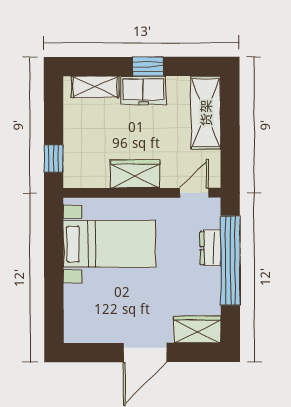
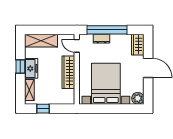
window: (54, 159) -> (43, 109), moved
wardrobe: (135, 174) -> (68, 72), width x1.50
bed with nightstands: (109, 244) -> (106, 84), width x1.36
plant: (77, 330) -> (138, 98), added

